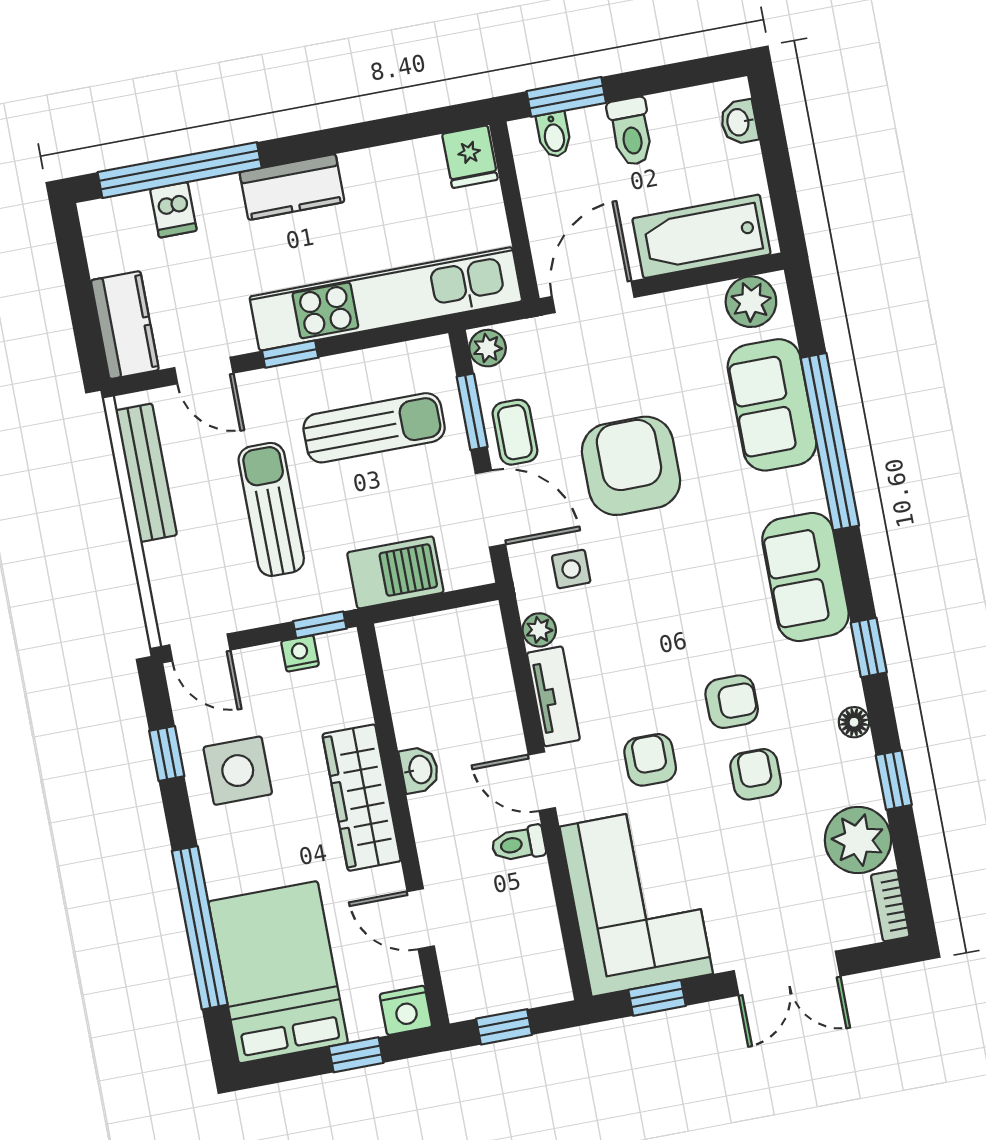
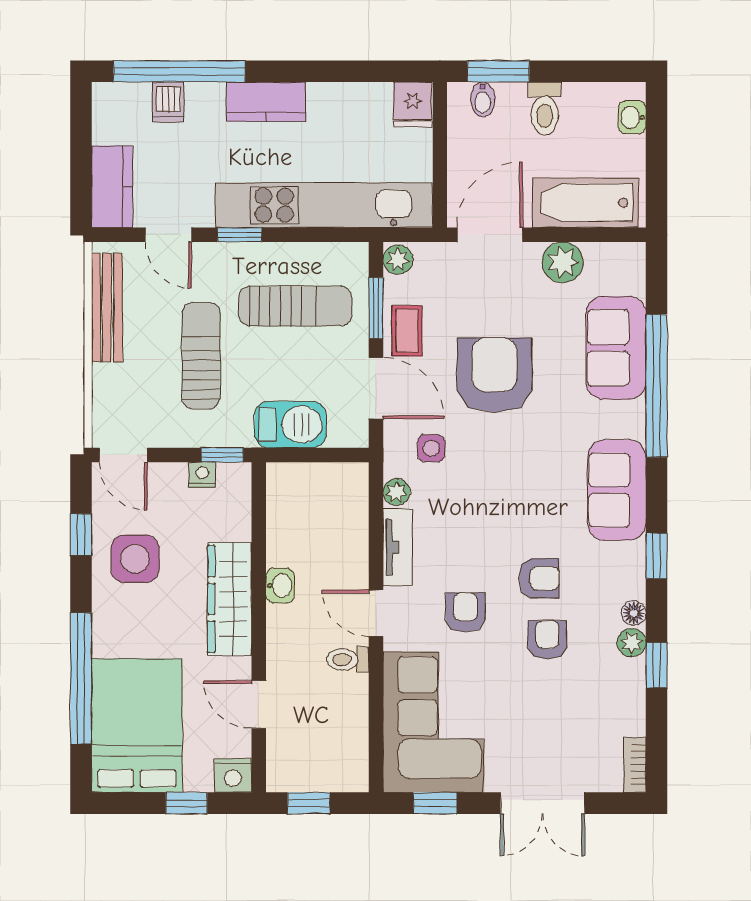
plant: (751, 302) -> (563, 262), moved
plant: (858, 840) -> (632, 643), moved, width x0.53, depth x0.53

